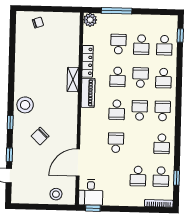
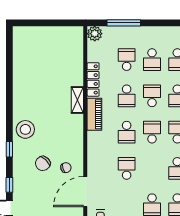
chair: (38, 23) -> (66, 168), moved

